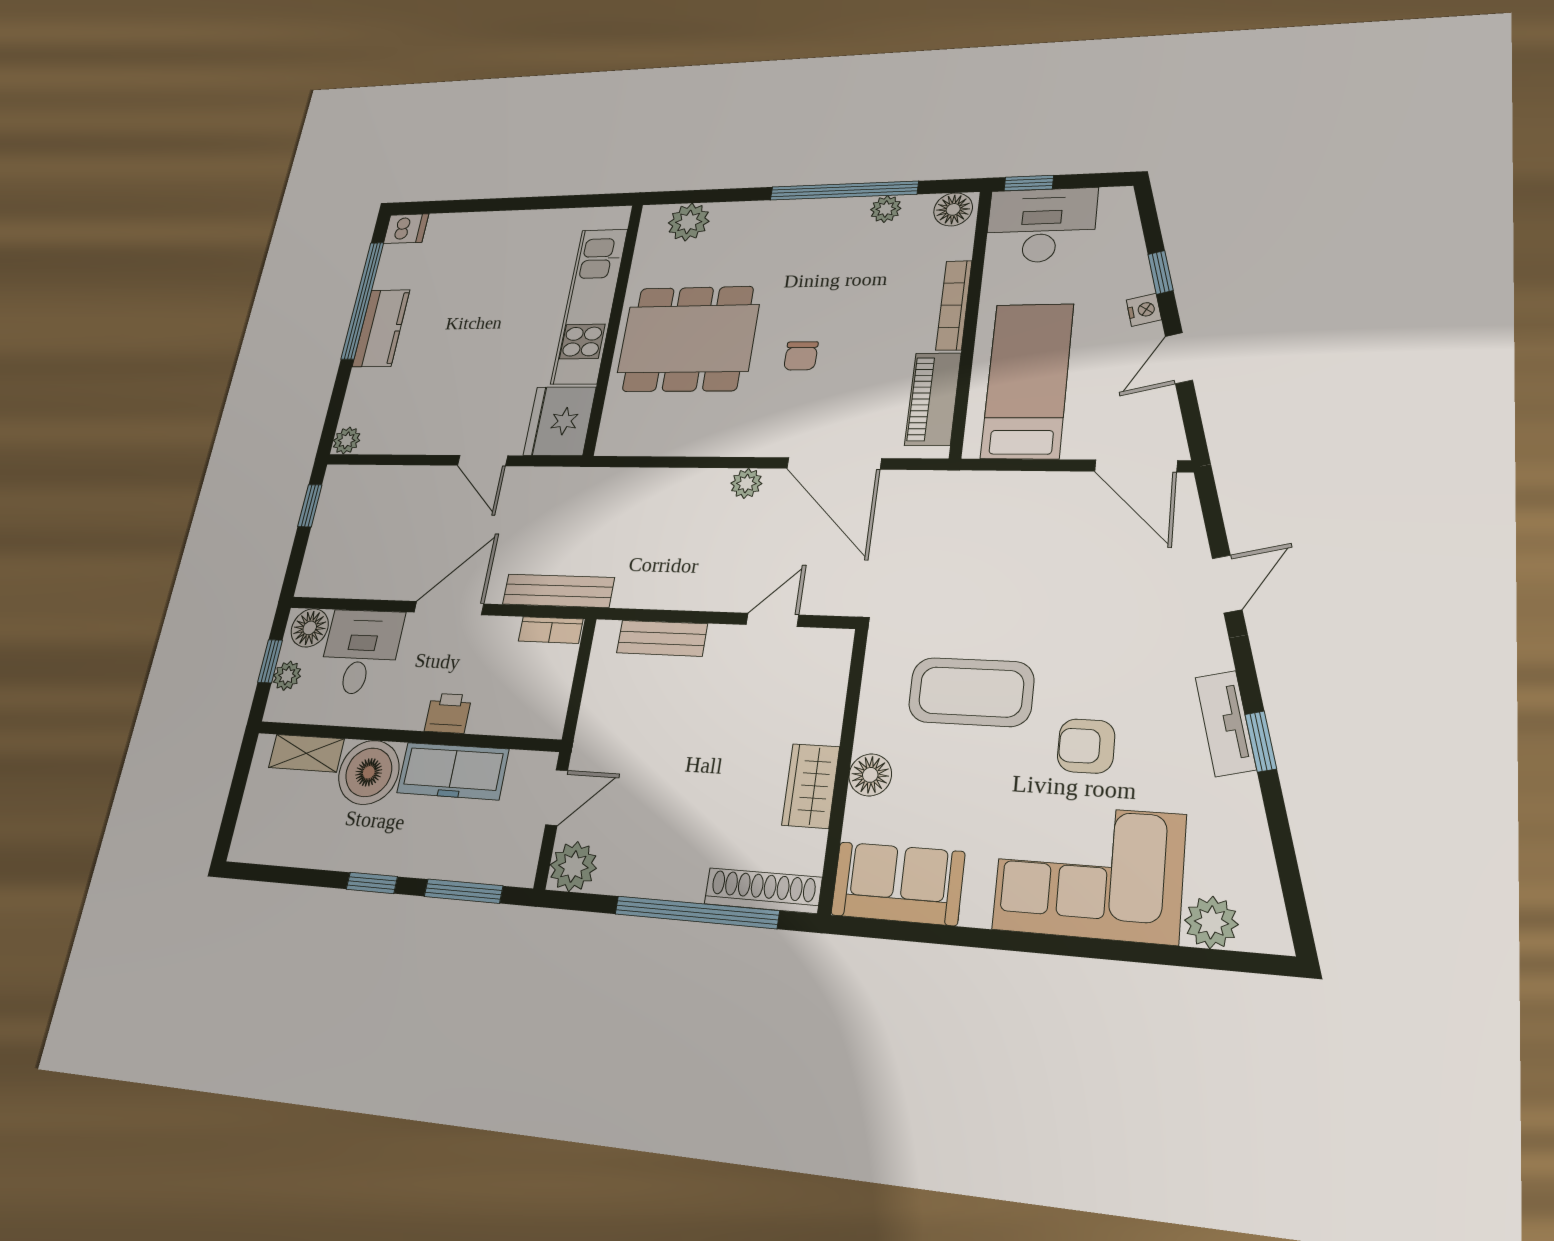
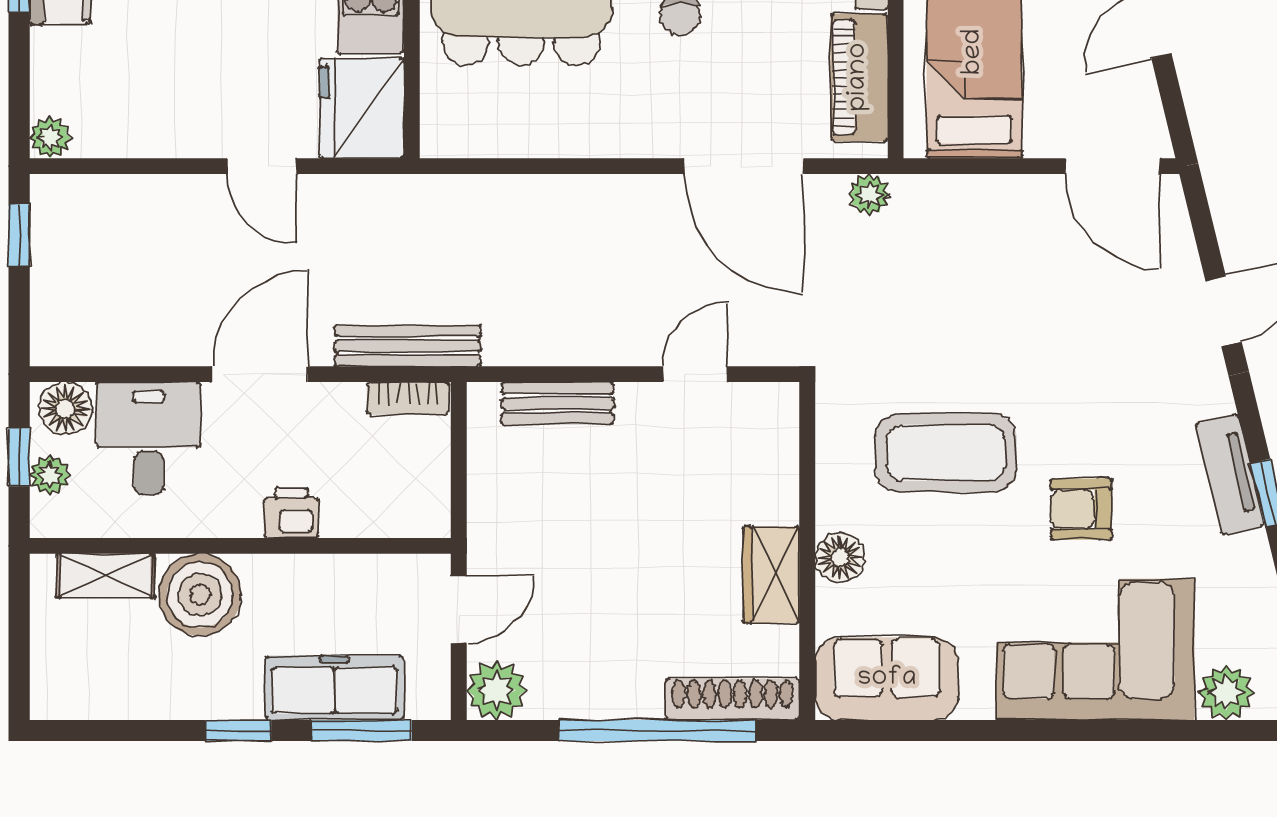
plant: (746, 483) -> (869, 195), moved
freezer: (453, 771) -> (334, 688), moved, turned 180

